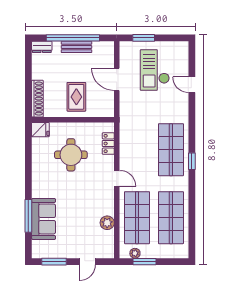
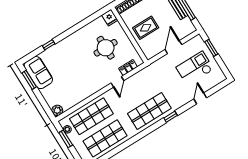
window: (192, 161) -> (171, 117), moved
door: (117, 178) -> (117, 82), moved
window: (28, 216) -> (49, 45), width x0.46
sofa: (44, 219) -> (38, 73), moved, turned -90
plant: (107, 223) -> (57, 110), moved
door: (87, 262) -> (43, 102), removed

